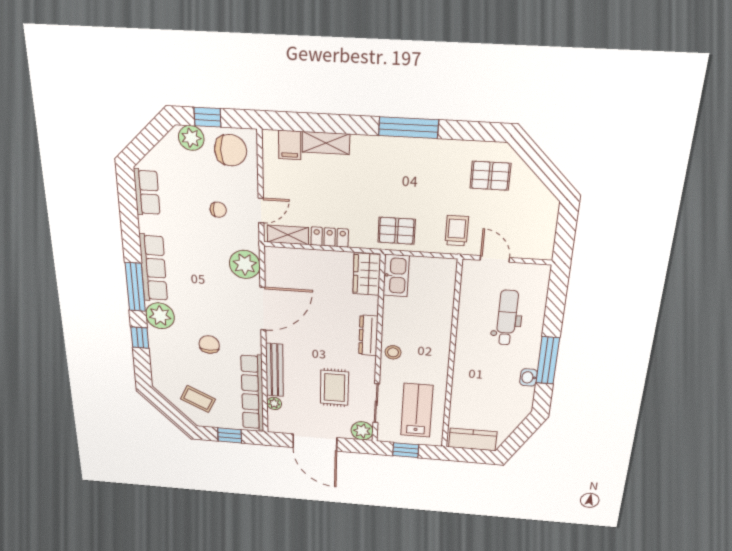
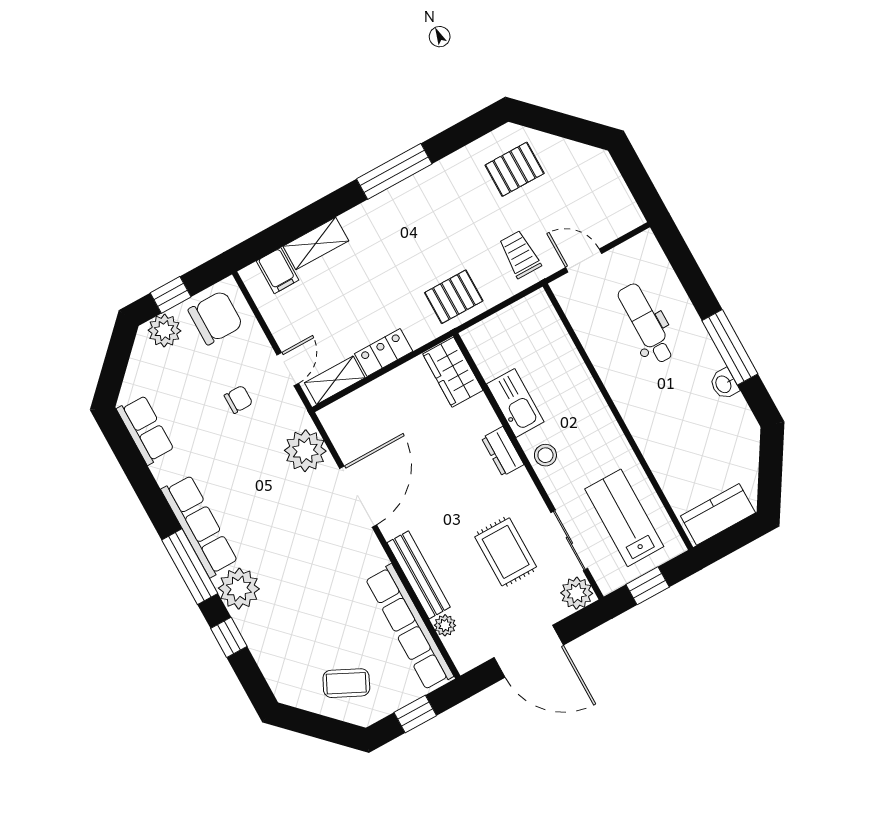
kitchen sink: (396, 276) -> (515, 403), moved
dresser: (368, 335) -> (503, 451), width x0.70
chair: (209, 344) -> (319, 591), removed

